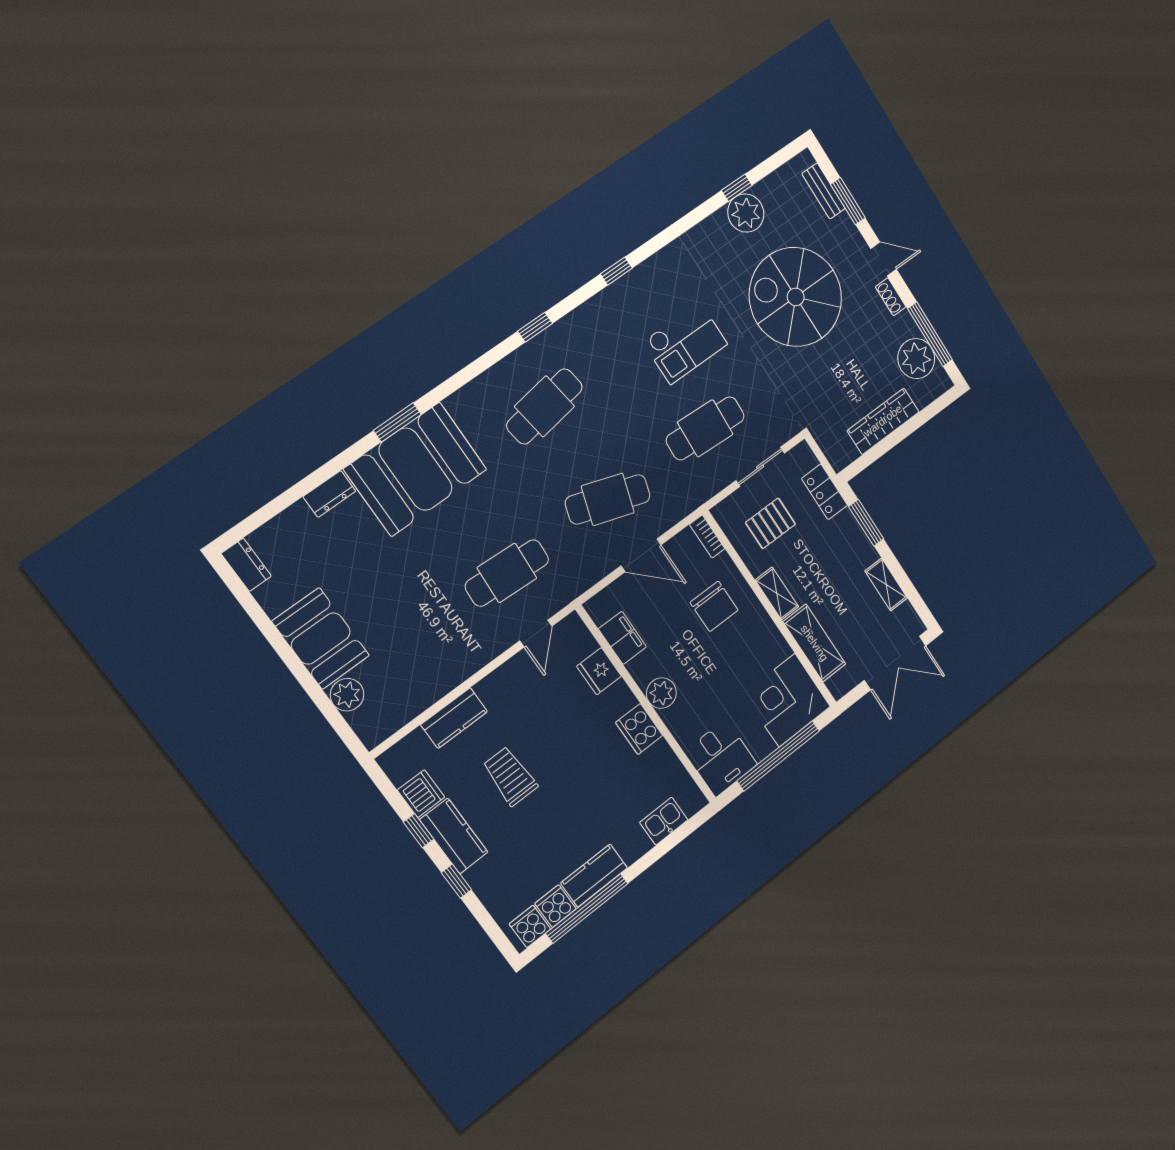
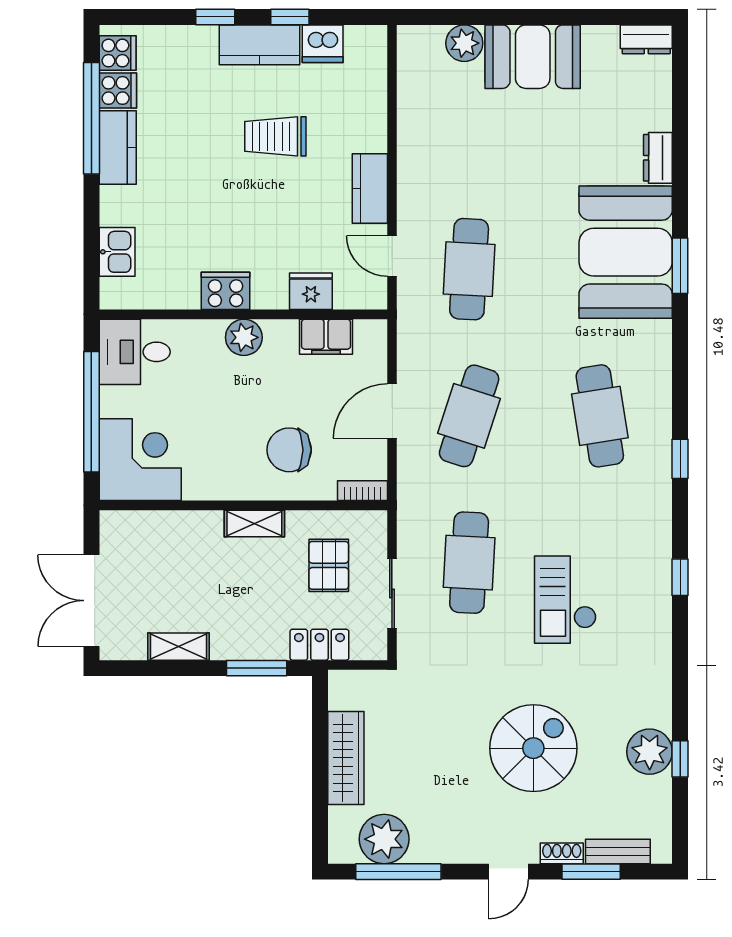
spiral stairs: (796, 297) -> (533, 748), width x0.73, depth x0.73
shoe rack: (891, 297) -> (562, 853), moved
shelving: (814, 643) -> (176, 528), removed
kitchen counter: (454, 718) -> (370, 189), moved
trolley: (510, 776) -> (275, 136), turned 180

